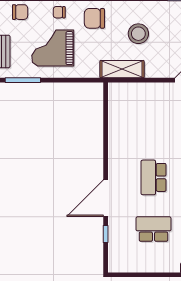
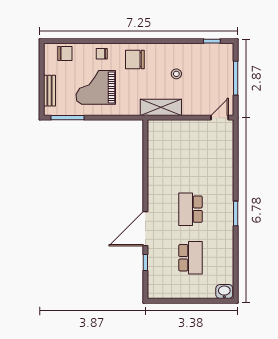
stool: (138, 34) -> (176, 74), width x0.53, depth x0.53
school desk: (154, 229) -> (191, 258), turned 90

